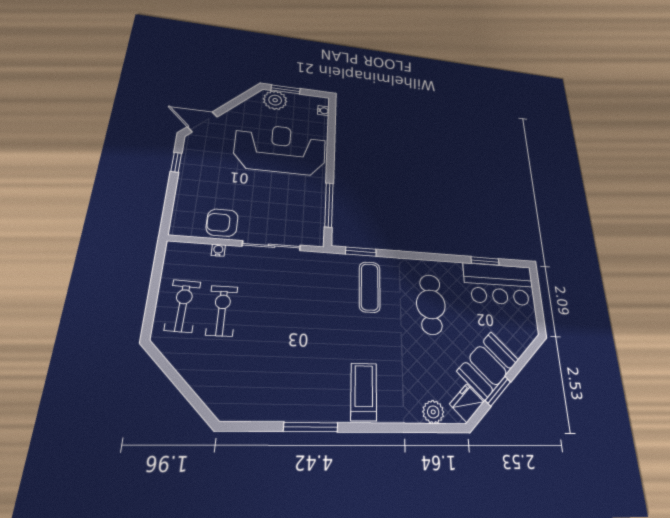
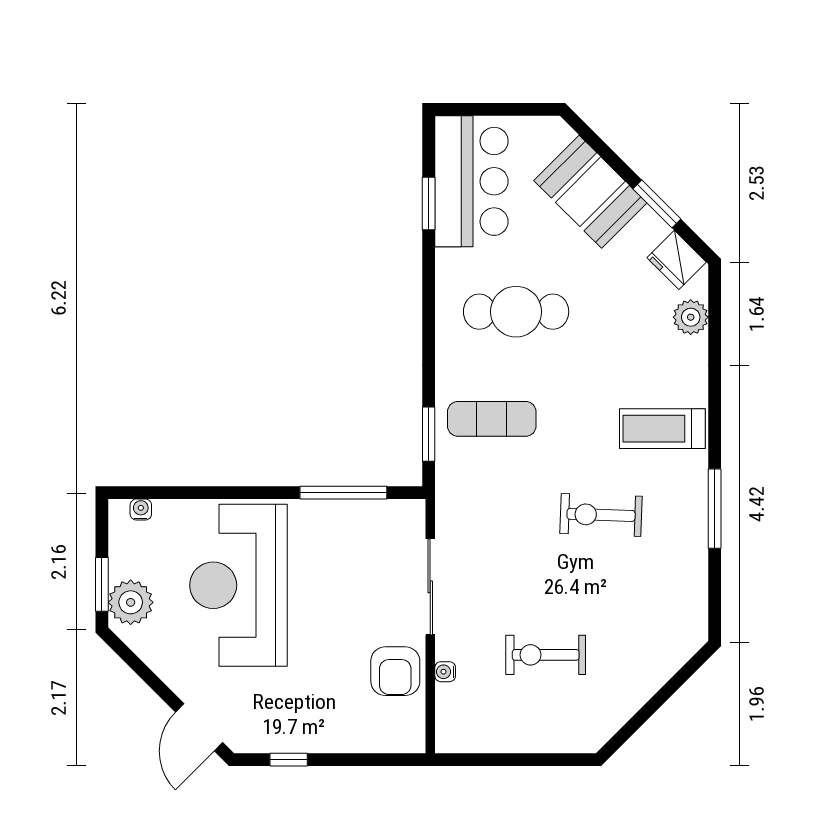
exercise bike: (183, 306) -> (601, 515), moved
booth: (488, 365) -> (590, 192), moved

